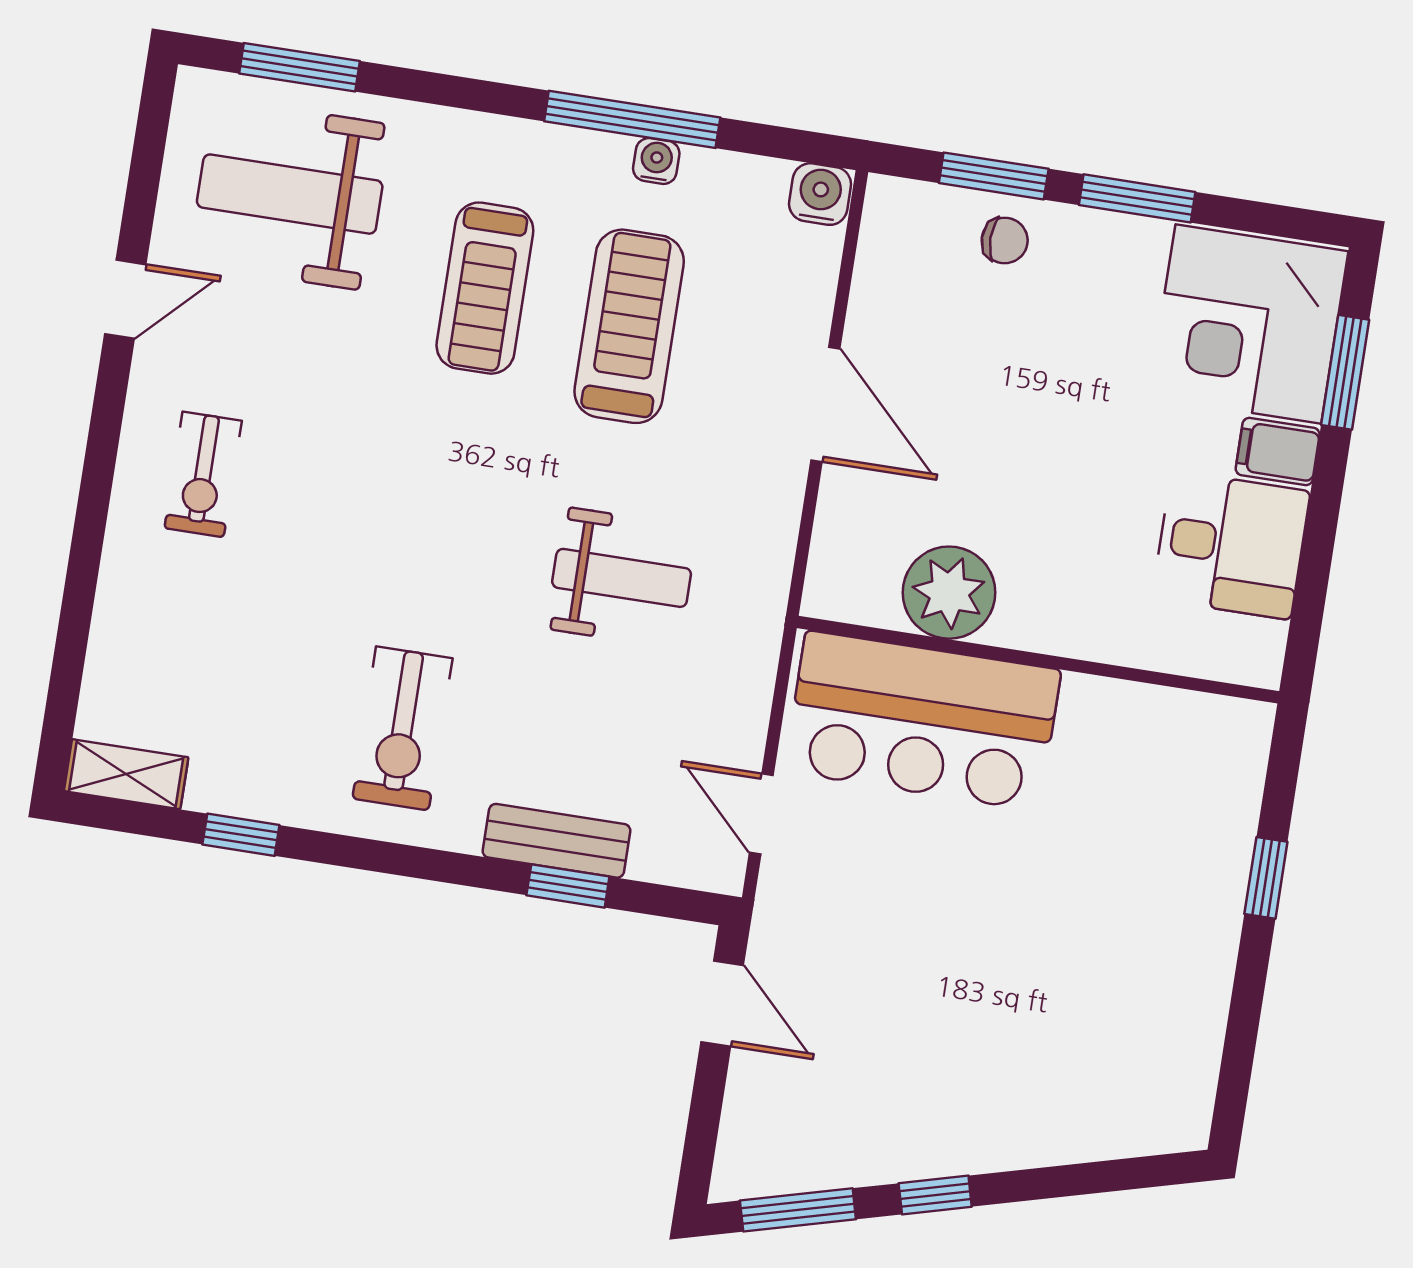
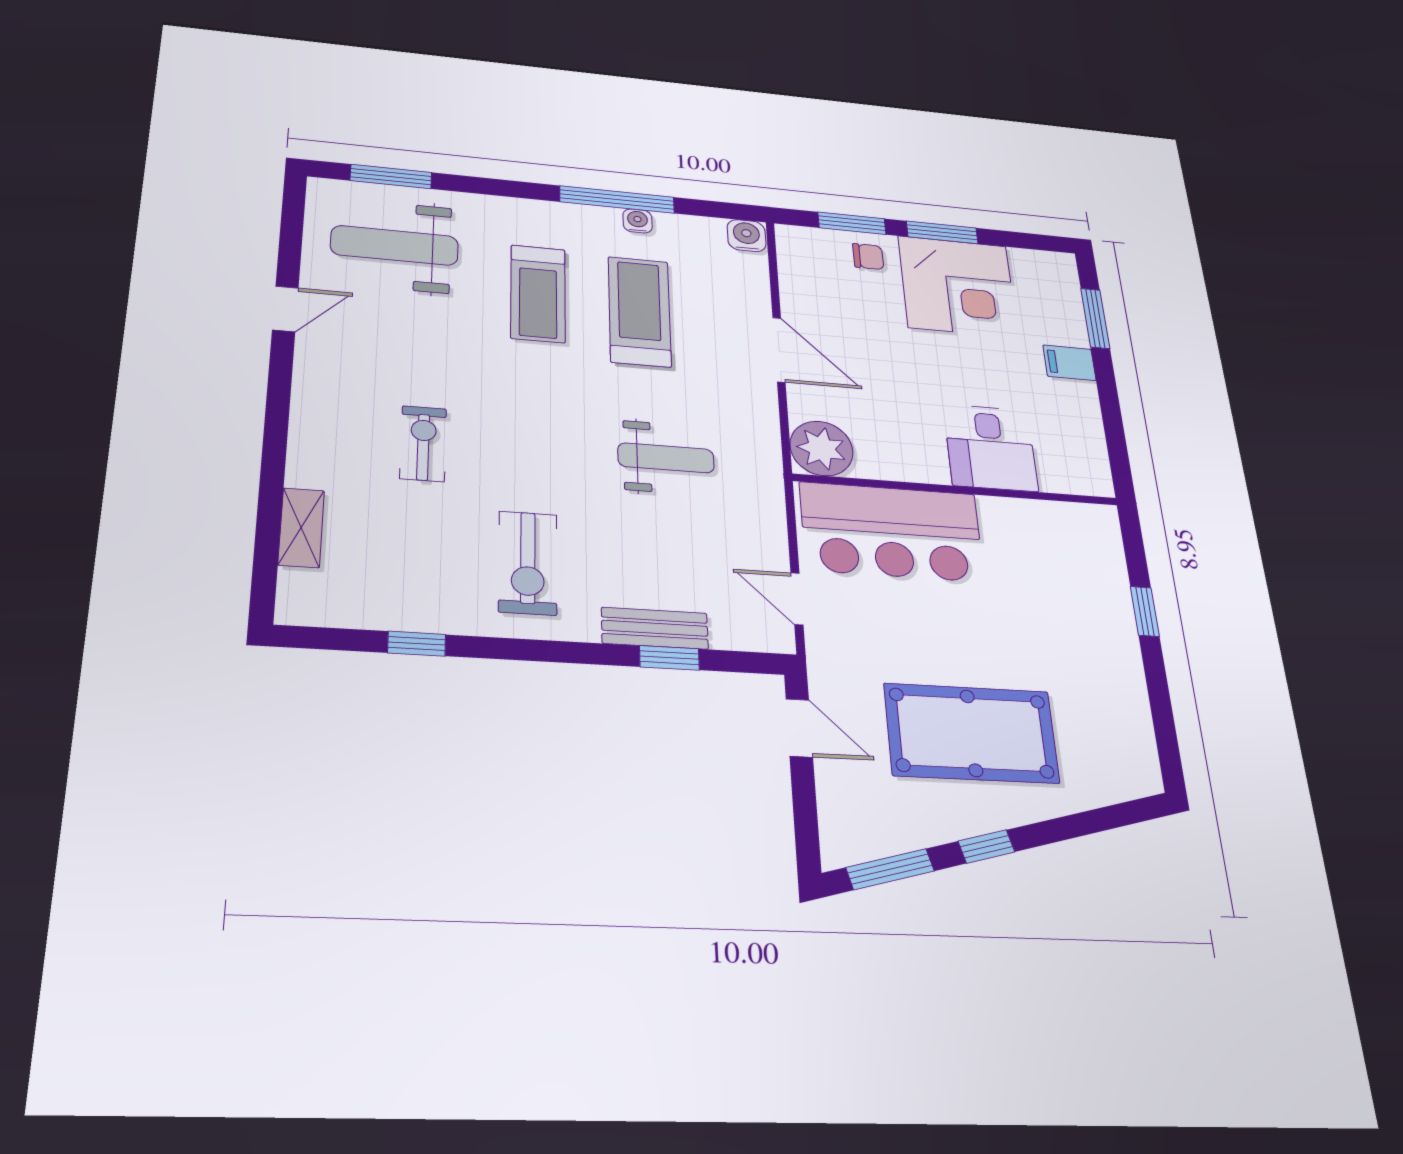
corner desk: (1248, 324) -> (958, 286), moved, turned -90
exercise bike: (203, 474) -> (423, 444), moved, turned 180
desk: (1231, 545) -> (990, 448), moved, turned 90
plant: (949, 593) -> (822, 448), moved
shelving: (126, 774) -> (301, 528), moved, turned 90
pool table: (958, 1035) -> (971, 733), added

